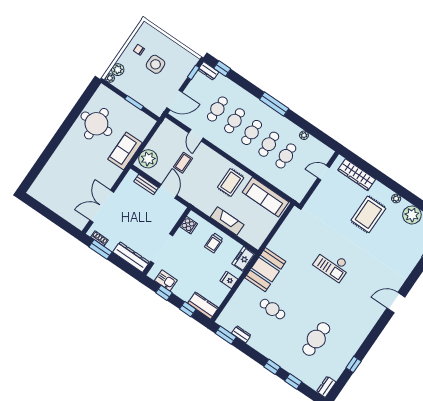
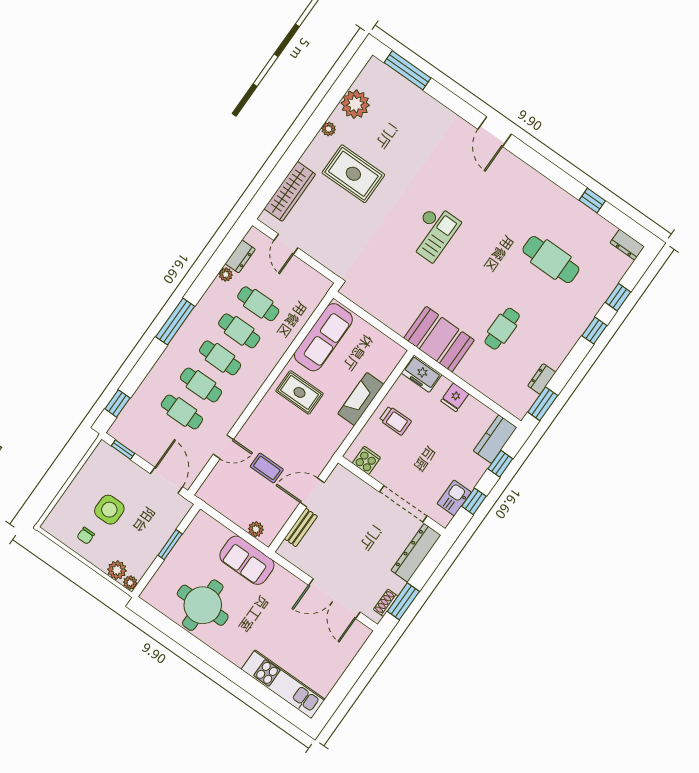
dresser: (208, 71) -> (240, 256), moved
plant: (148, 159) -> (256, 529), width x0.53, depth x0.53
kitchen unit: (48, 175) -> (283, 684), added

